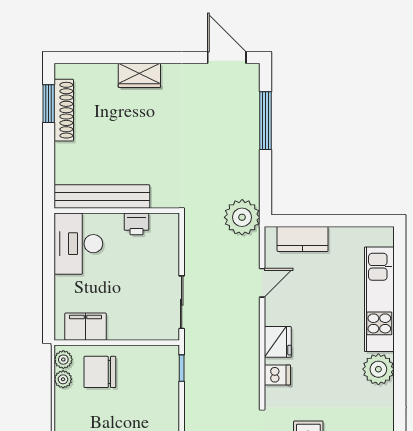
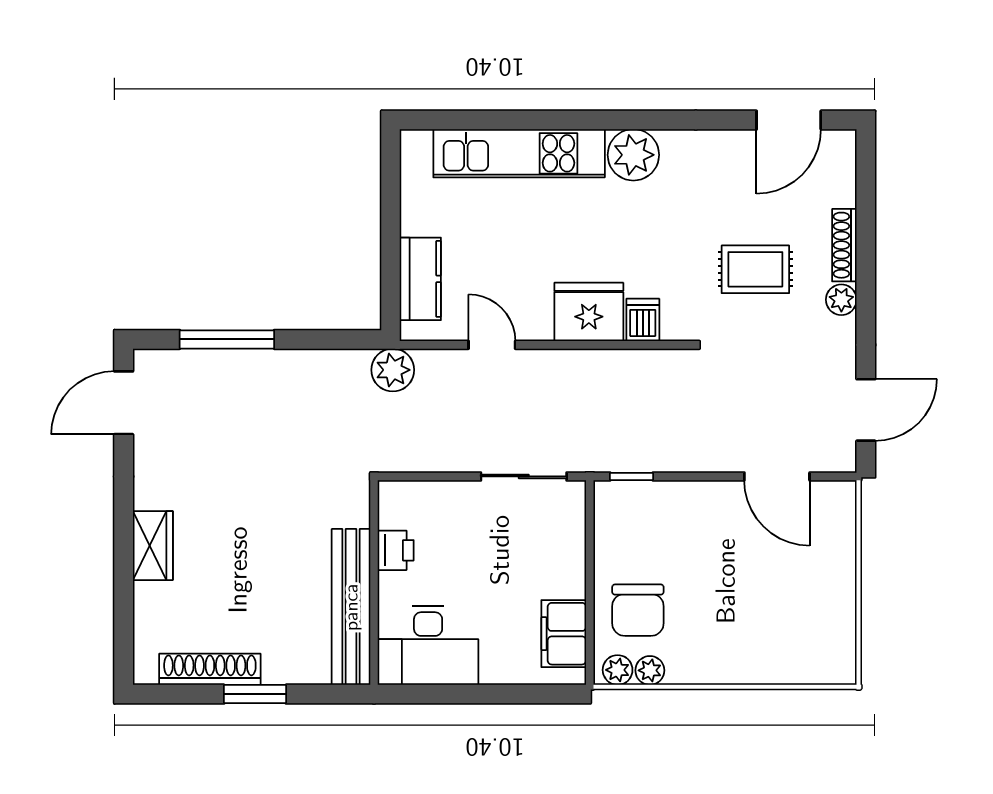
window: (49, 104) -> (255, 694), moved
plant: (242, 217) -> (393, 370), width x0.73, depth x0.73
fridge: (278, 342) -> (589, 312), width x1.36, depth x1.34

